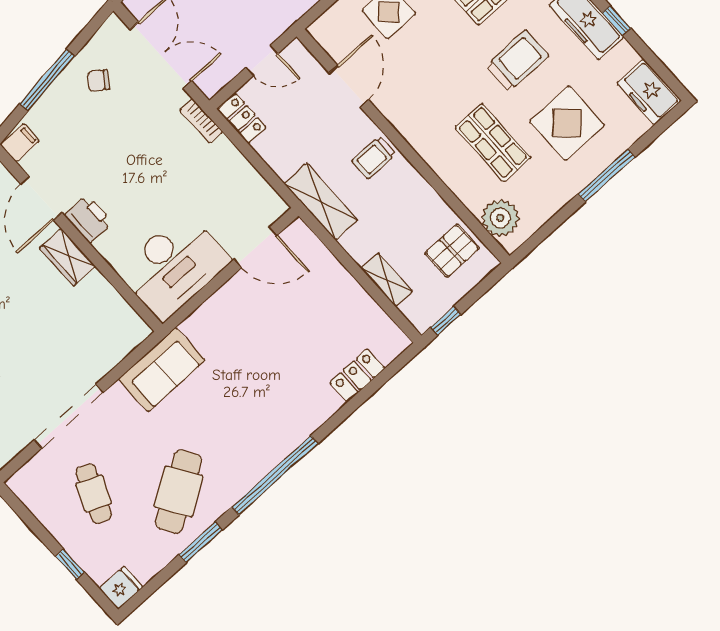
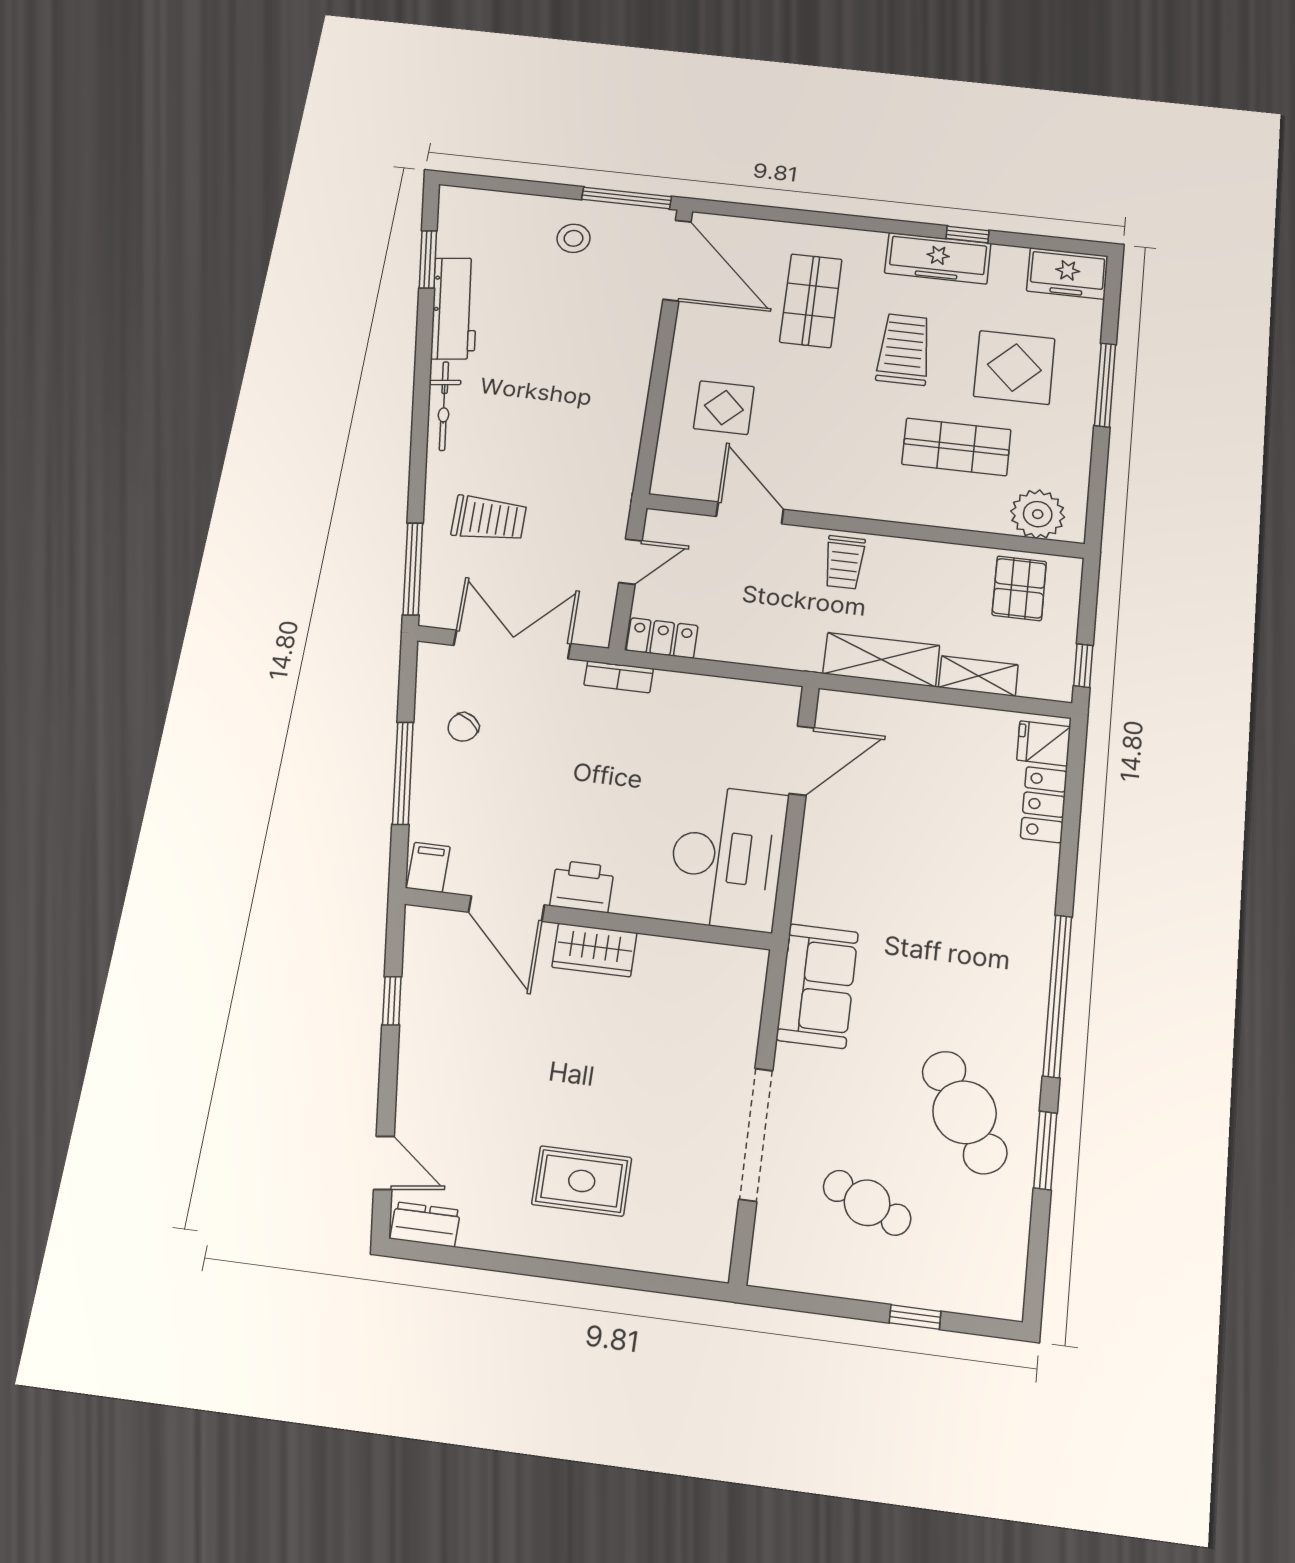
shelving: (321, 202) -> (881, 660), moved
fridge: (121, 588) -> (1044, 743), moved, turned -90

